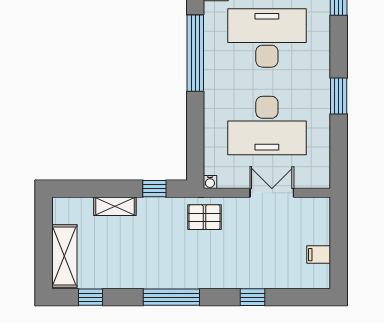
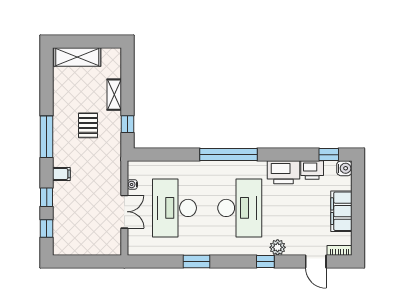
water cooler: (210, 182) -> (132, 184), moved
pallet: (204, 217) -> (88, 125), moved
filing cabinet: (319, 255) -> (61, 174), moved, turned 90
window: (90, 297) -> (47, 228), moved

